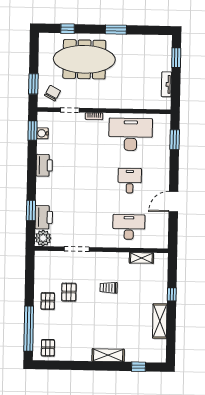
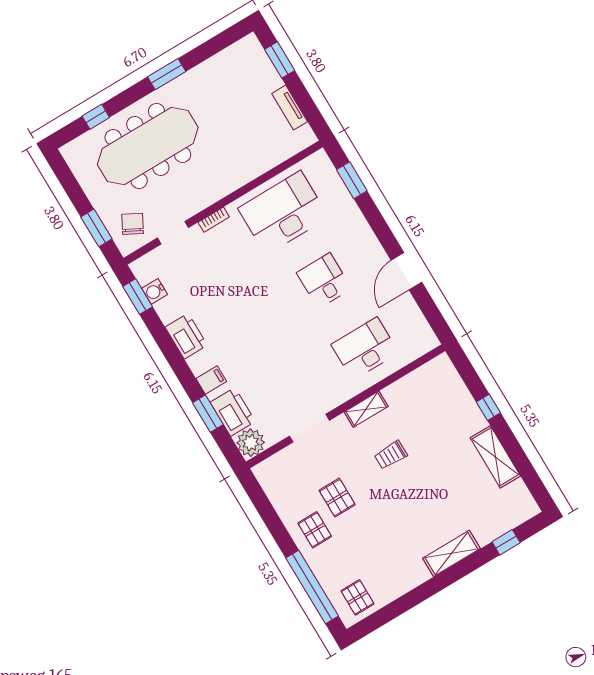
filing cabinet: (43, 195) -> (211, 380), added
shelving: (141, 258) -> (366, 409), moved

